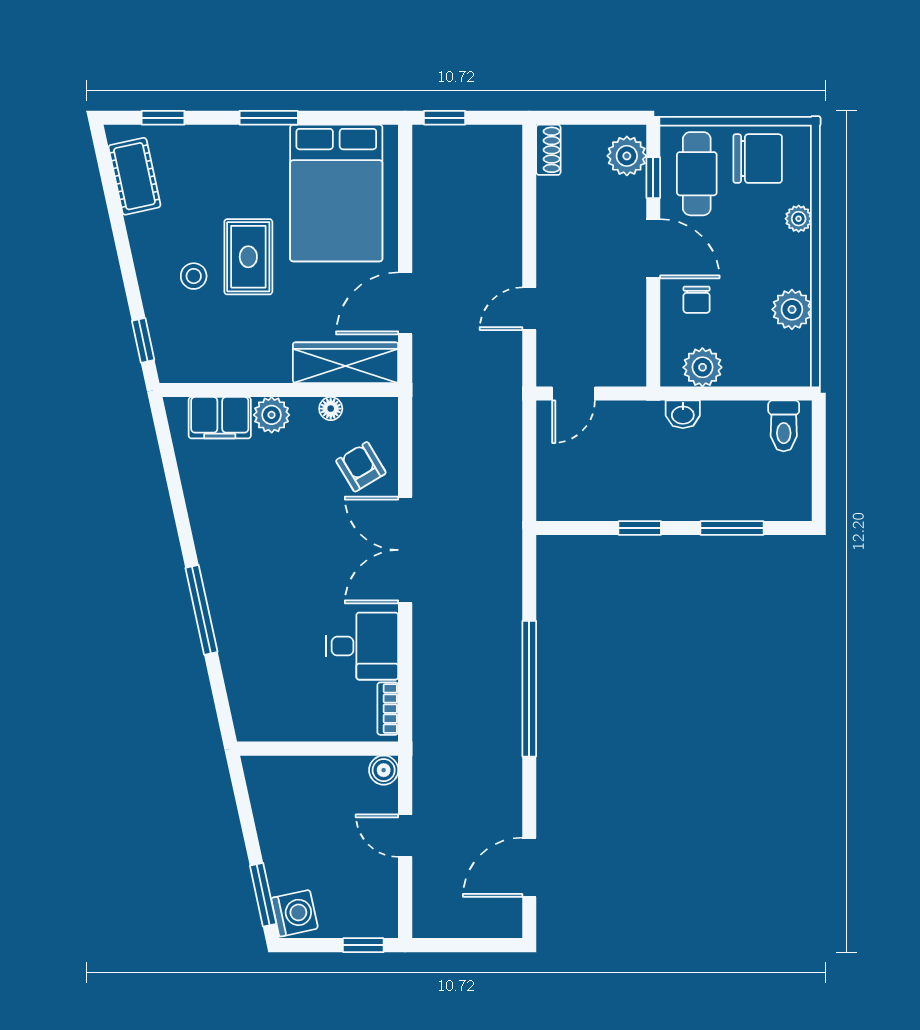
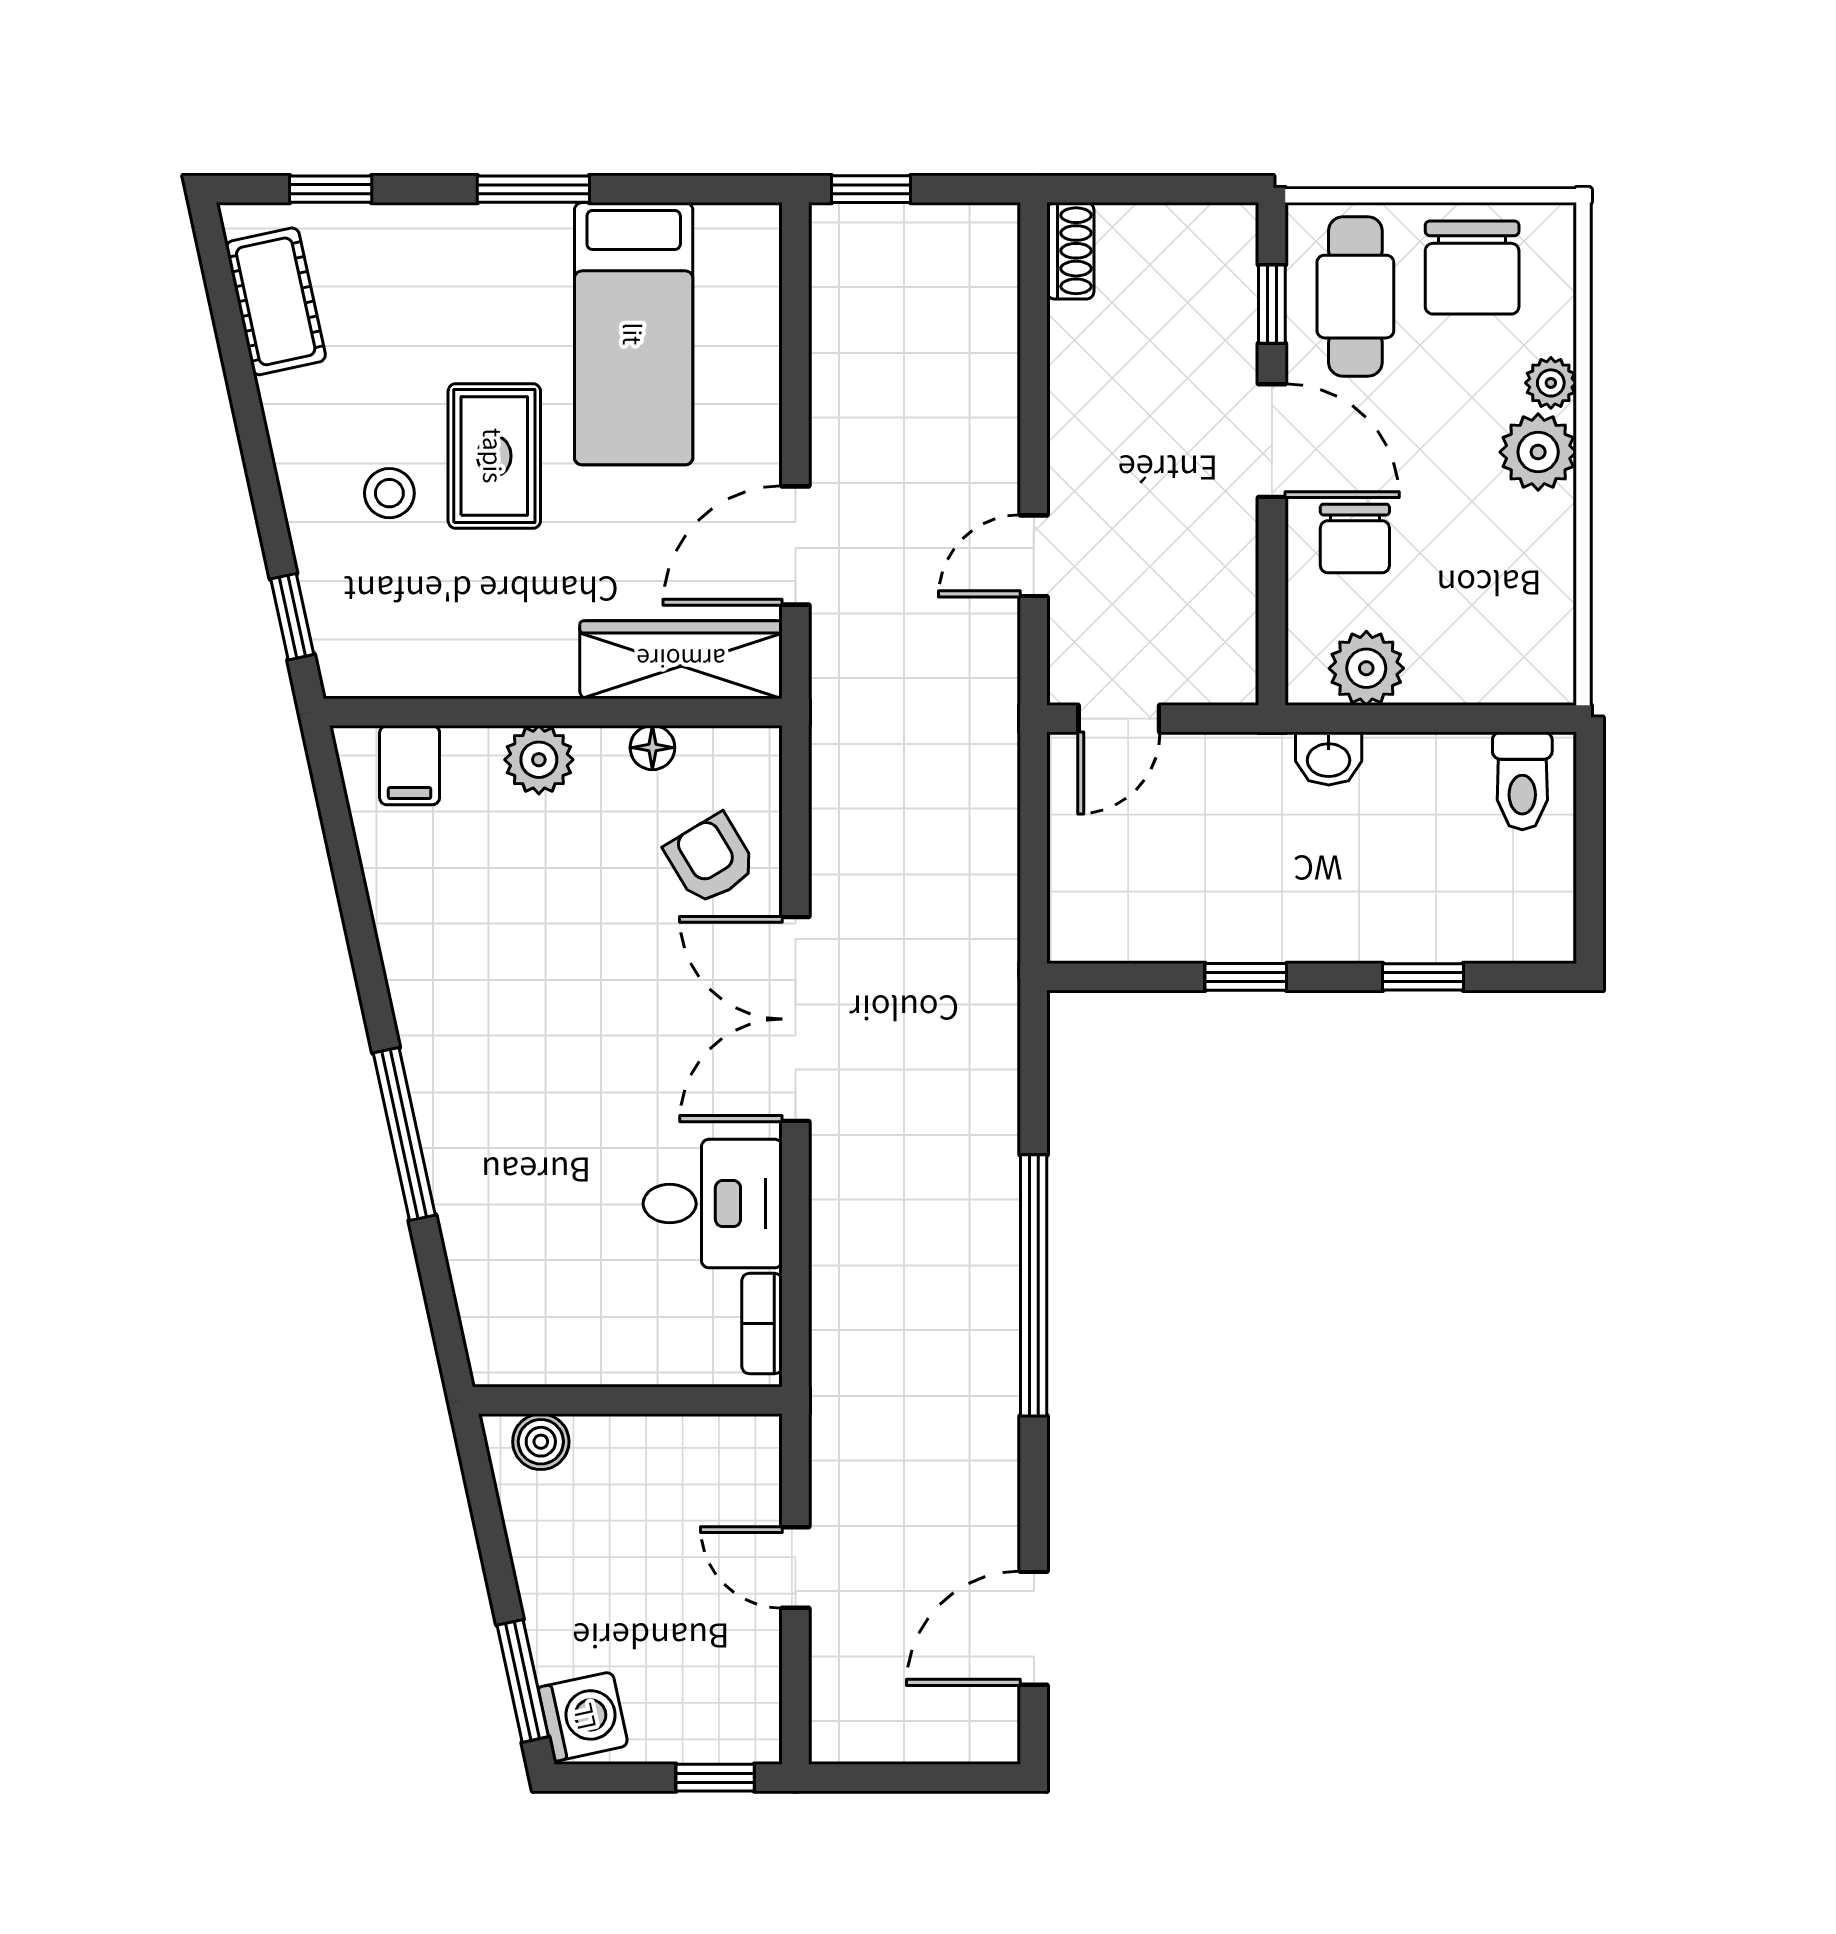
plant: (627, 156) -> (1221, 262), removed
chair: (758, 159) -> (1472, 268), turned 90
bed: (336, 193) -> (634, 334), width x0.67
chair: (697, 300) -> (1355, 538), width x1.37, depth x1.37
plant: (792, 309) -> (1538, 452), moved
filing cabinet: (220, 418) -> (410, 765), width x0.50
window: (732, 528) -> (1423, 977), width x0.67
boiler: (384, 770) -> (541, 1442), moved

